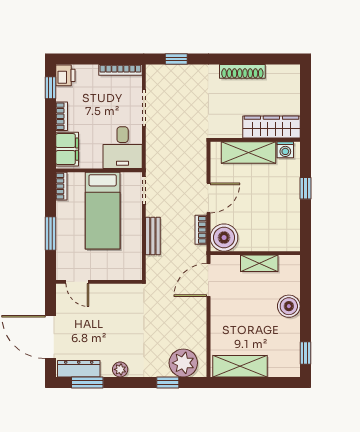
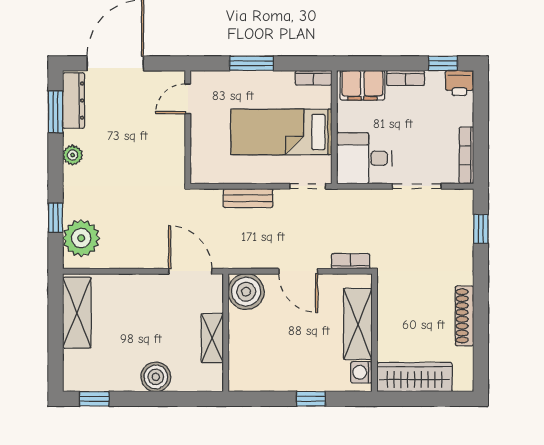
wardrobe: (271, 127) -> (415, 377), moved, turned -90
bookcase: (201, 230) -> (351, 261), moved

